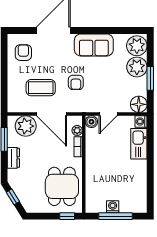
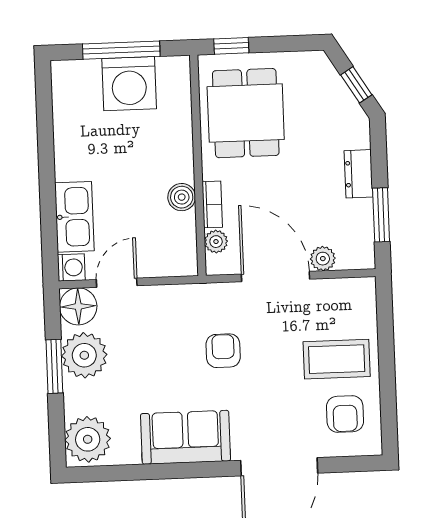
plant: (137, 67) -> (84, 355), moved
coffee table: (41, 88) -> (337, 359), moved
door: (108, 114) -> (117, 283), moved
boiler: (91, 122) -> (182, 197), moved
plant: (26, 126) -> (323, 259), width x0.53, depth x0.53
washing machine: (113, 207) -> (129, 84), width x1.89, depth x1.89

